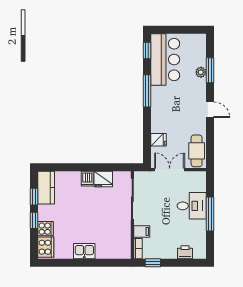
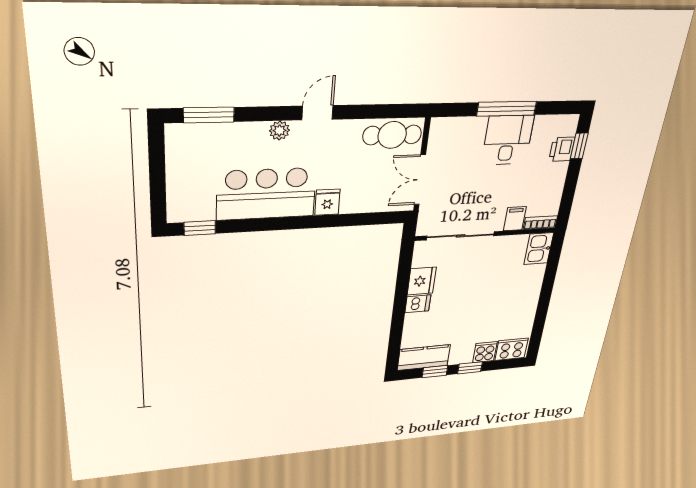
bar counter: (165, 59) -> (266, 194), moved
window: (210, 70) -> (209, 115), moved
plant: (201, 72) -> (279, 131), moved
window: (147, 91) -> (276, 224), removed
fridge: (159, 140) -> (327, 202), moved
desk: (192, 206) -> (508, 140), moved
kitchen sink: (84, 251) -> (539, 249), moved
window: (153, 263) -> (579, 146), moved

